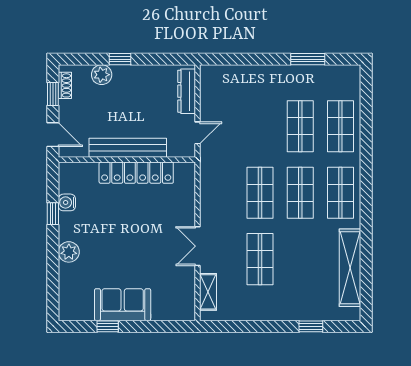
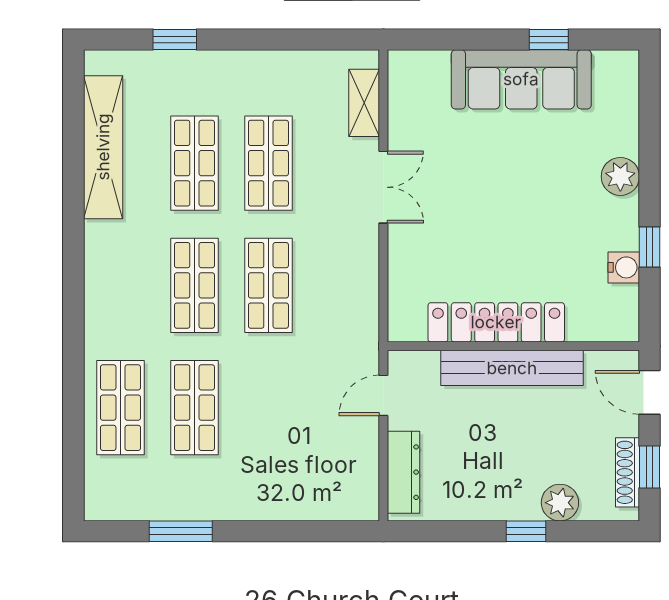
shoe rack: (65, 85) -> (628, 472), width x1.43
shop shelf: (340, 193) -> (194, 163), moved
sofa: (123, 305) -> (521, 79), width x1.36

